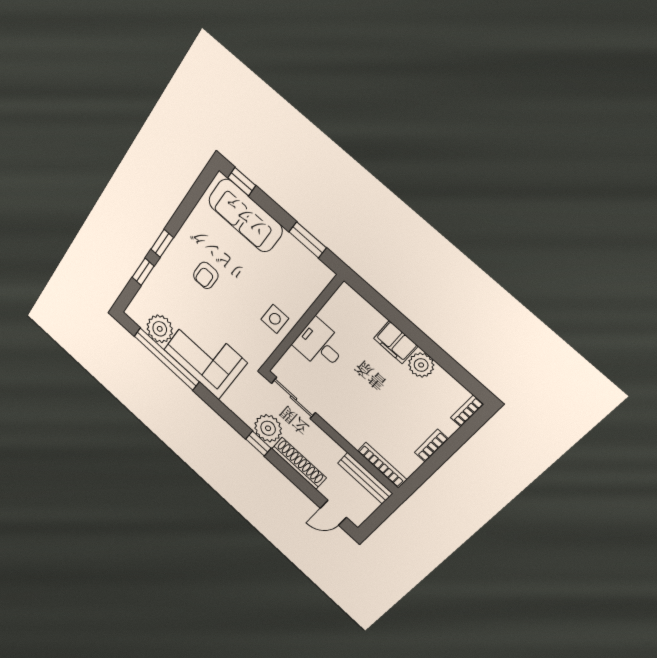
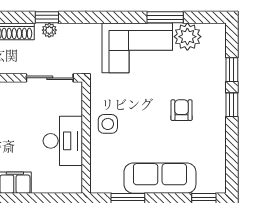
sofa: (245, 216) -> (160, 178), moved
desk: (320, 345) -> (63, 141), width x1.37
window: (167, 359) -> (165, 17), width x0.47
plant: (268, 428) -> (49, 30), width x0.53, depth x0.53

